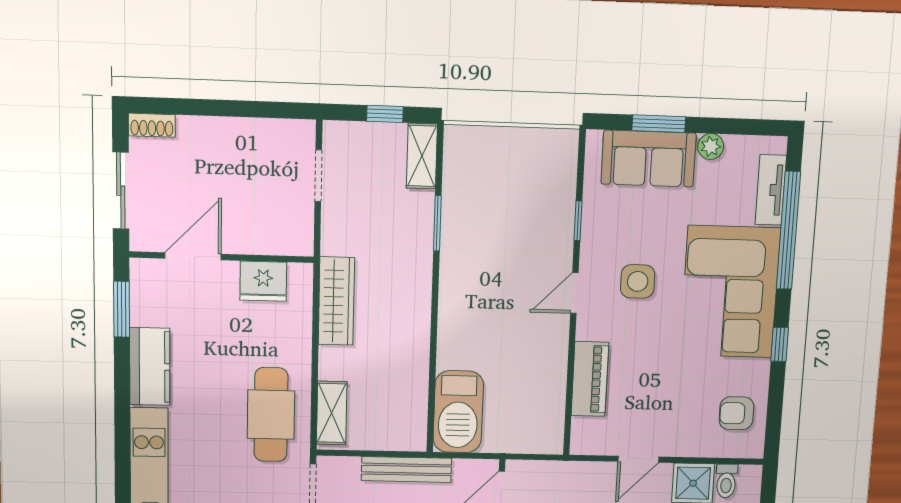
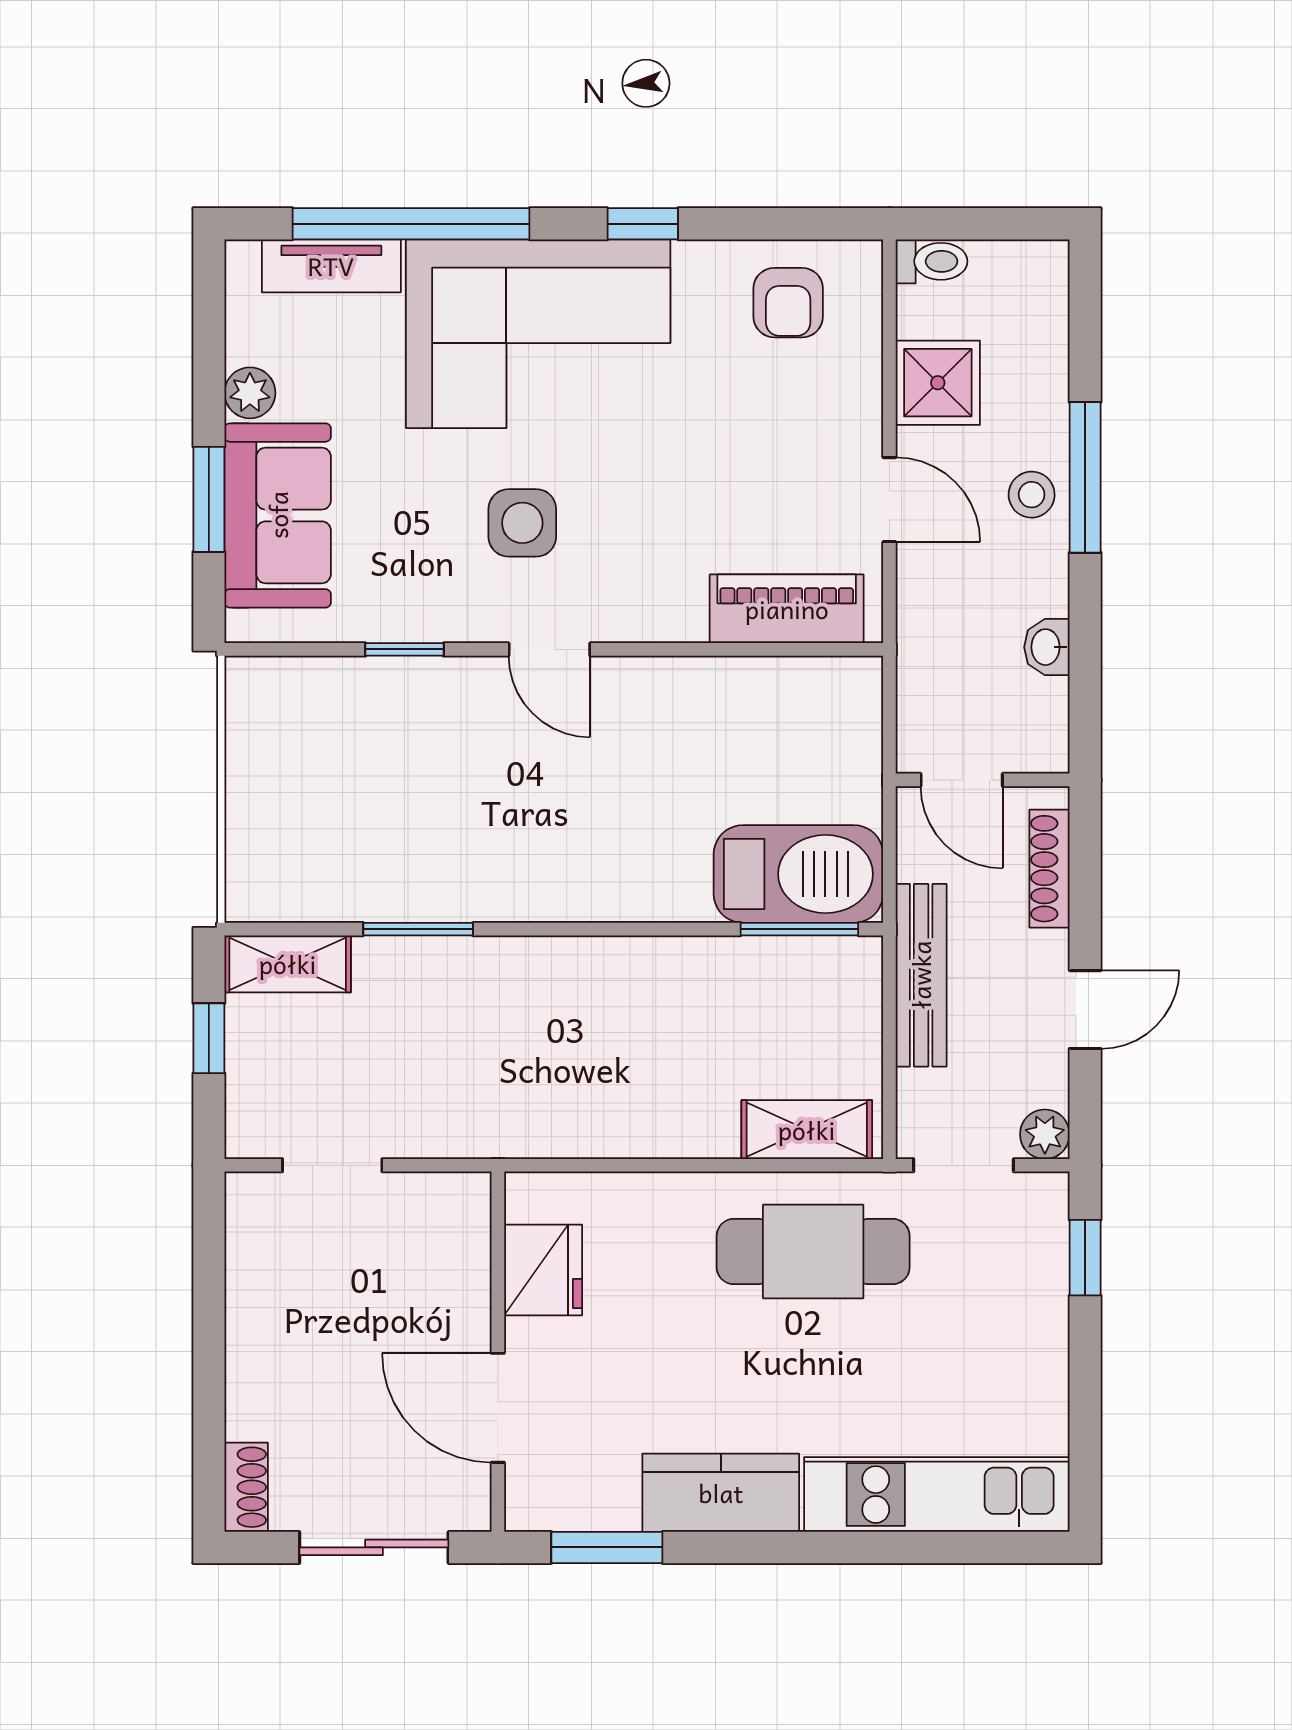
wardrobe: (336, 301) -> (579, 1125), removed
piano: (590, 379) -> (787, 609), moved
window: (431, 412) -> (799, 929), added
toilet: (726, 481) -> (931, 261), moved

